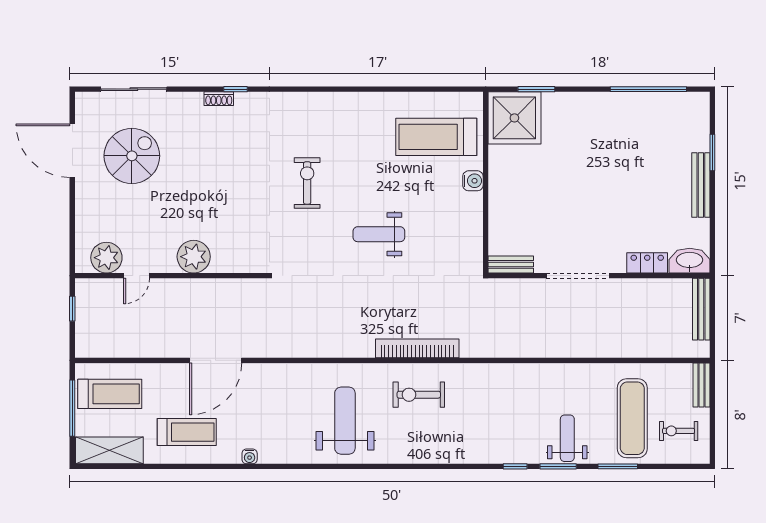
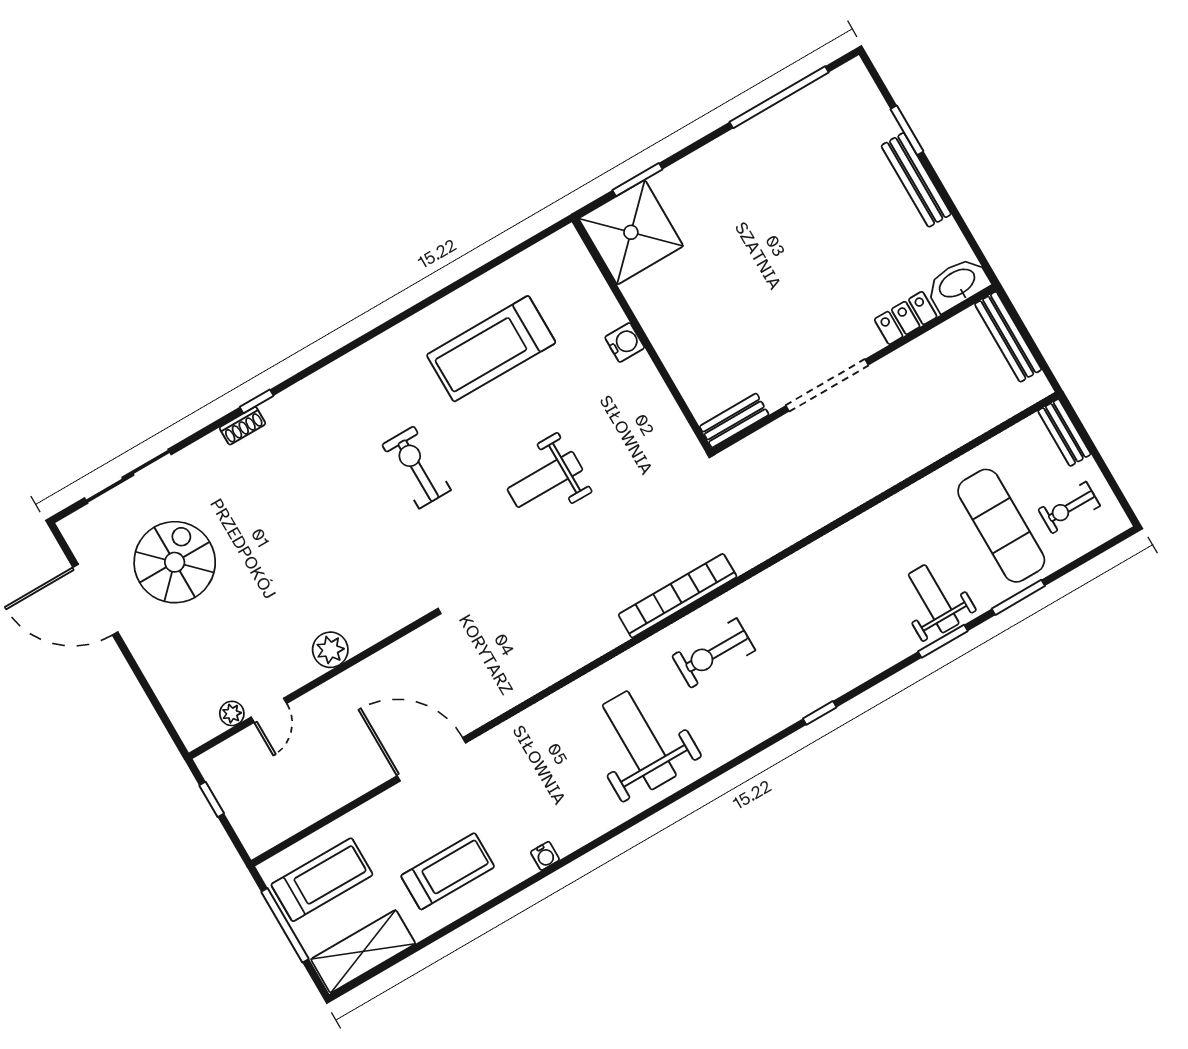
treadmill: (436, 137) -> (491, 349), moved
plant: (194, 257) -> (330, 650), width x0.73, depth x0.73
plant: (106, 258) -> (232, 713), width x0.53, depth x0.53
door: (216, 360) -> (431, 759), swing flipped
window: (515, 466) -> (820, 713), moved

